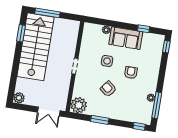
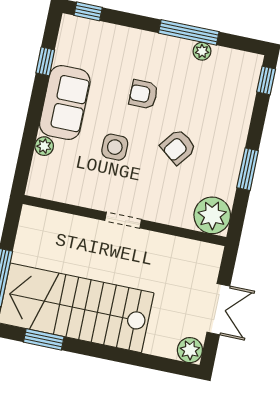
window: (157, 105) -> (189, 32), moved
double door: (49, 111) -> (218, 309), moved

